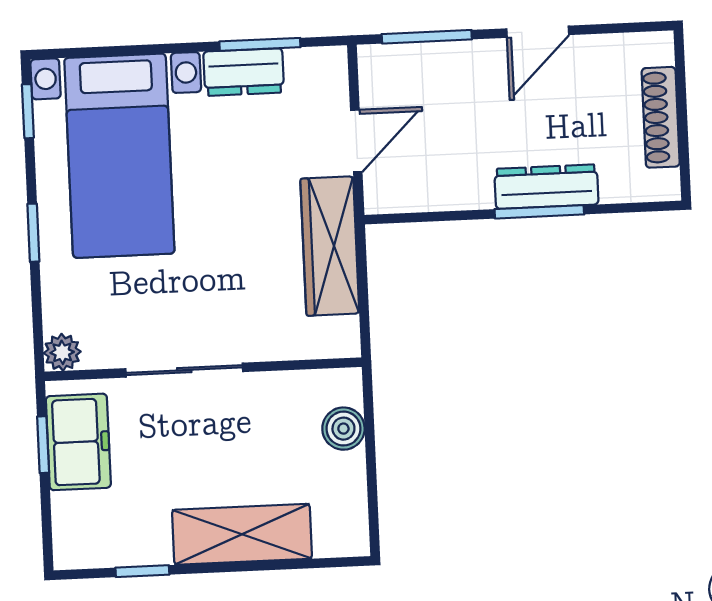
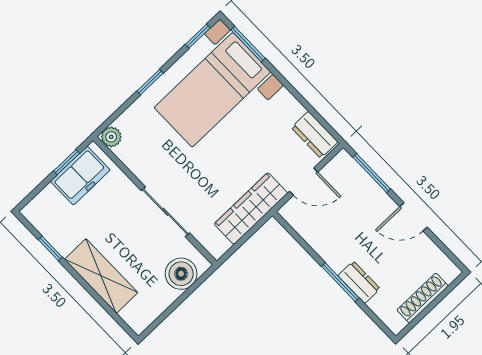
window: (260, 44) -> (248, 44), moved
dresser: (244, 72) -> (315, 135), moved
dresser: (546, 187) -> (359, 282), width x0.70
sliding door: (184, 370) -> (165, 212), moved
boiler: (343, 429) -> (181, 274), width x1.36, depth x1.36

